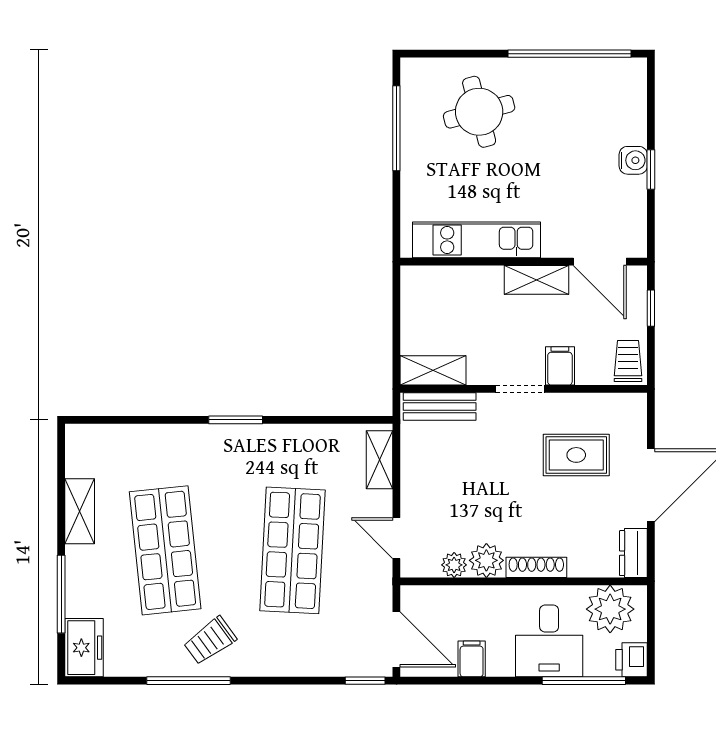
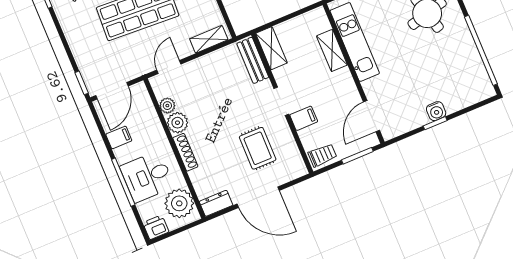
shelving: (536, 280) -> (332, 50), moved
window: (651, 308) -> (357, 156), width x1.50
window: (584, 681) -> (123, 182), moved

